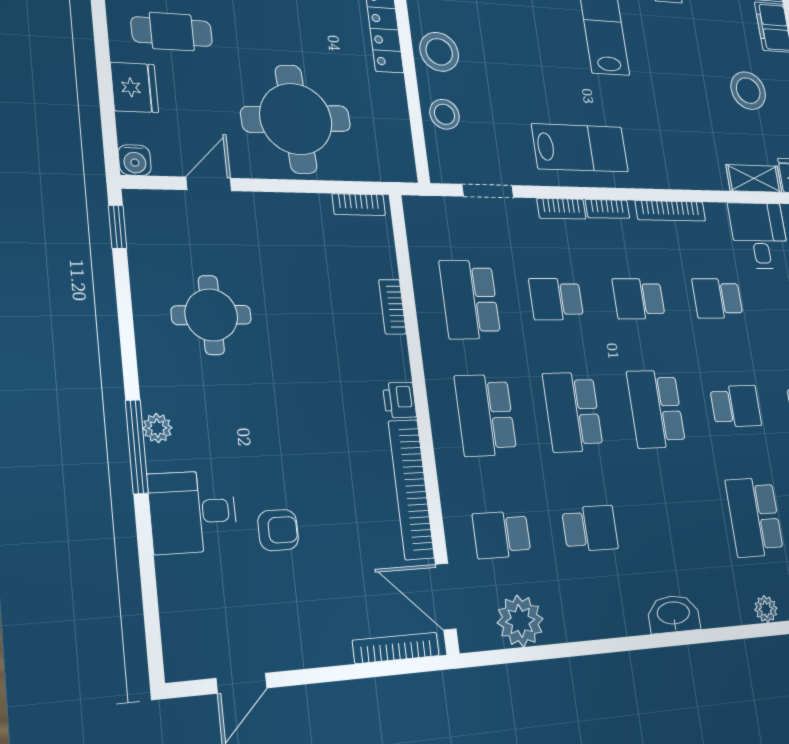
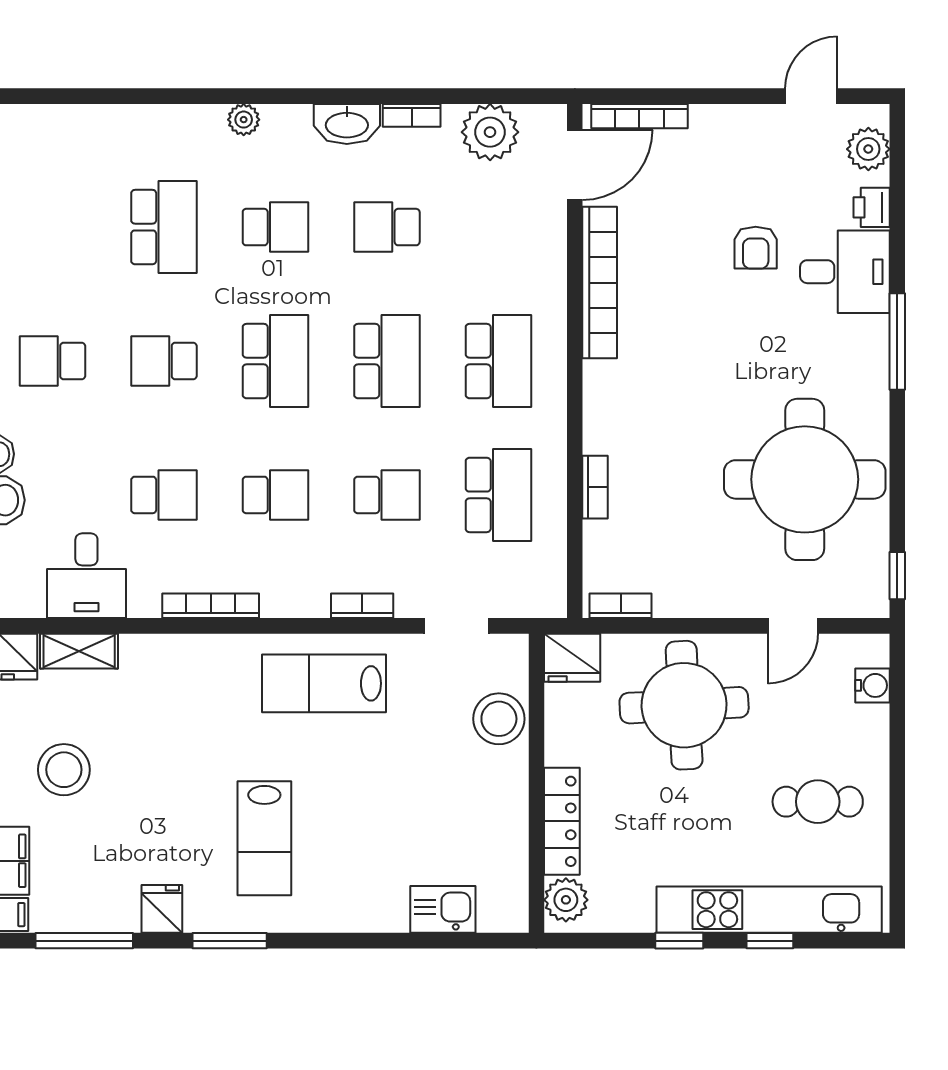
stool: (439, 52) -> (495, 797), removed
fridge: (134, 88) -> (572, 658), moved, turned -90
stool: (444, 114) -> (499, 719), width x1.38, depth x1.38
water cooler: (135, 160) -> (872, 685), moved, turned 90
bookcase: (607, 209) -> (412, 115), moved, turned 180
round table: (211, 315) -> (805, 479), width x1.86, depth x1.86
printer: (400, 400) -> (872, 207), moved, turned 180
plant: (157, 428) -> (868, 149), moved, width x1.38, depth x1.38
armchair: (278, 530) -> (756, 248), turned -90
school desk: (502, 535) -> (275, 227), moved
door: (446, 597) -> (575, 165), hinge flipped
plant: (766, 609) -> (244, 120), moved
washbasin: (673, 614) -> (347, 124), moved

